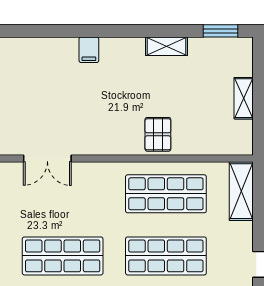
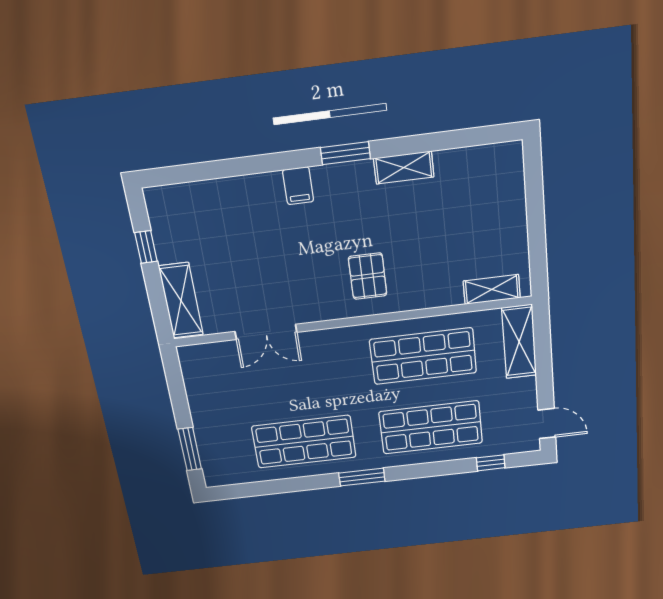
window: (220, 31) -> (345, 153), moved
shelving: (244, 98) -> (492, 289), moved, turned 90
pallet: (158, 134) -> (368, 276), moved

